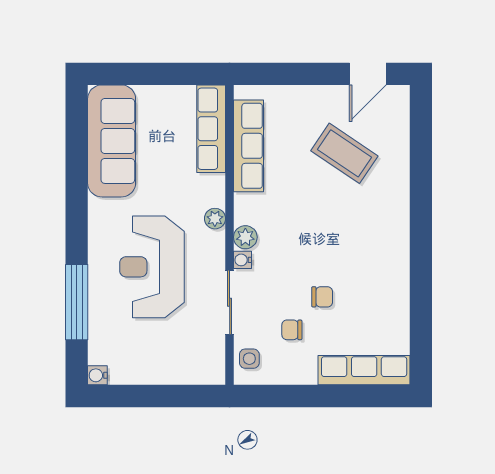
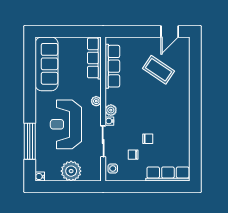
plant: (163, 364) -> (71, 171), added

